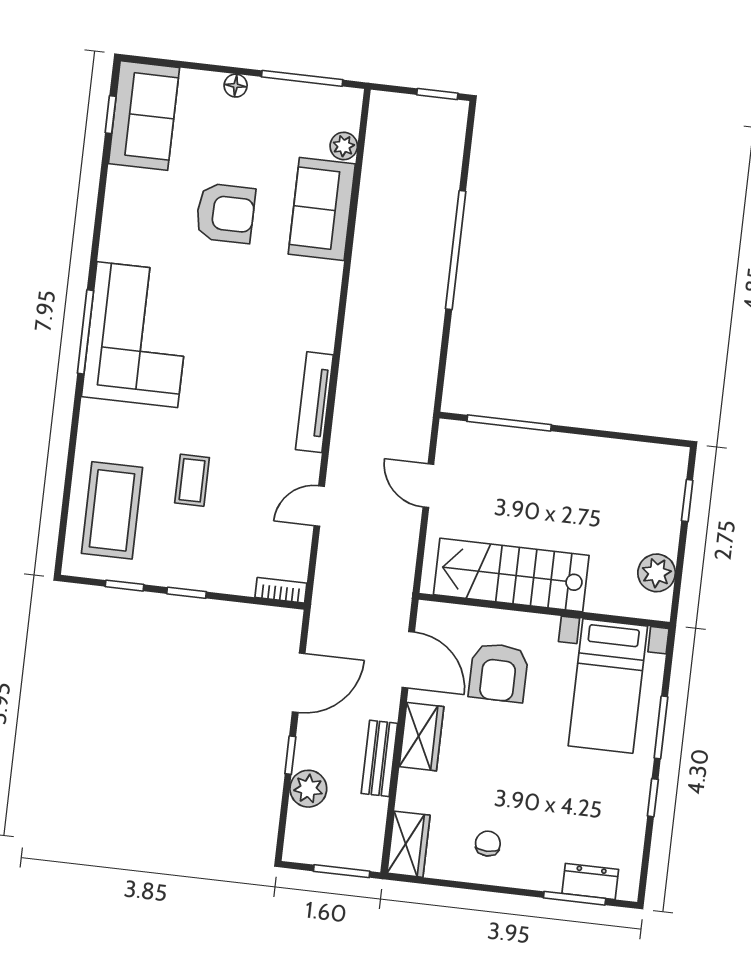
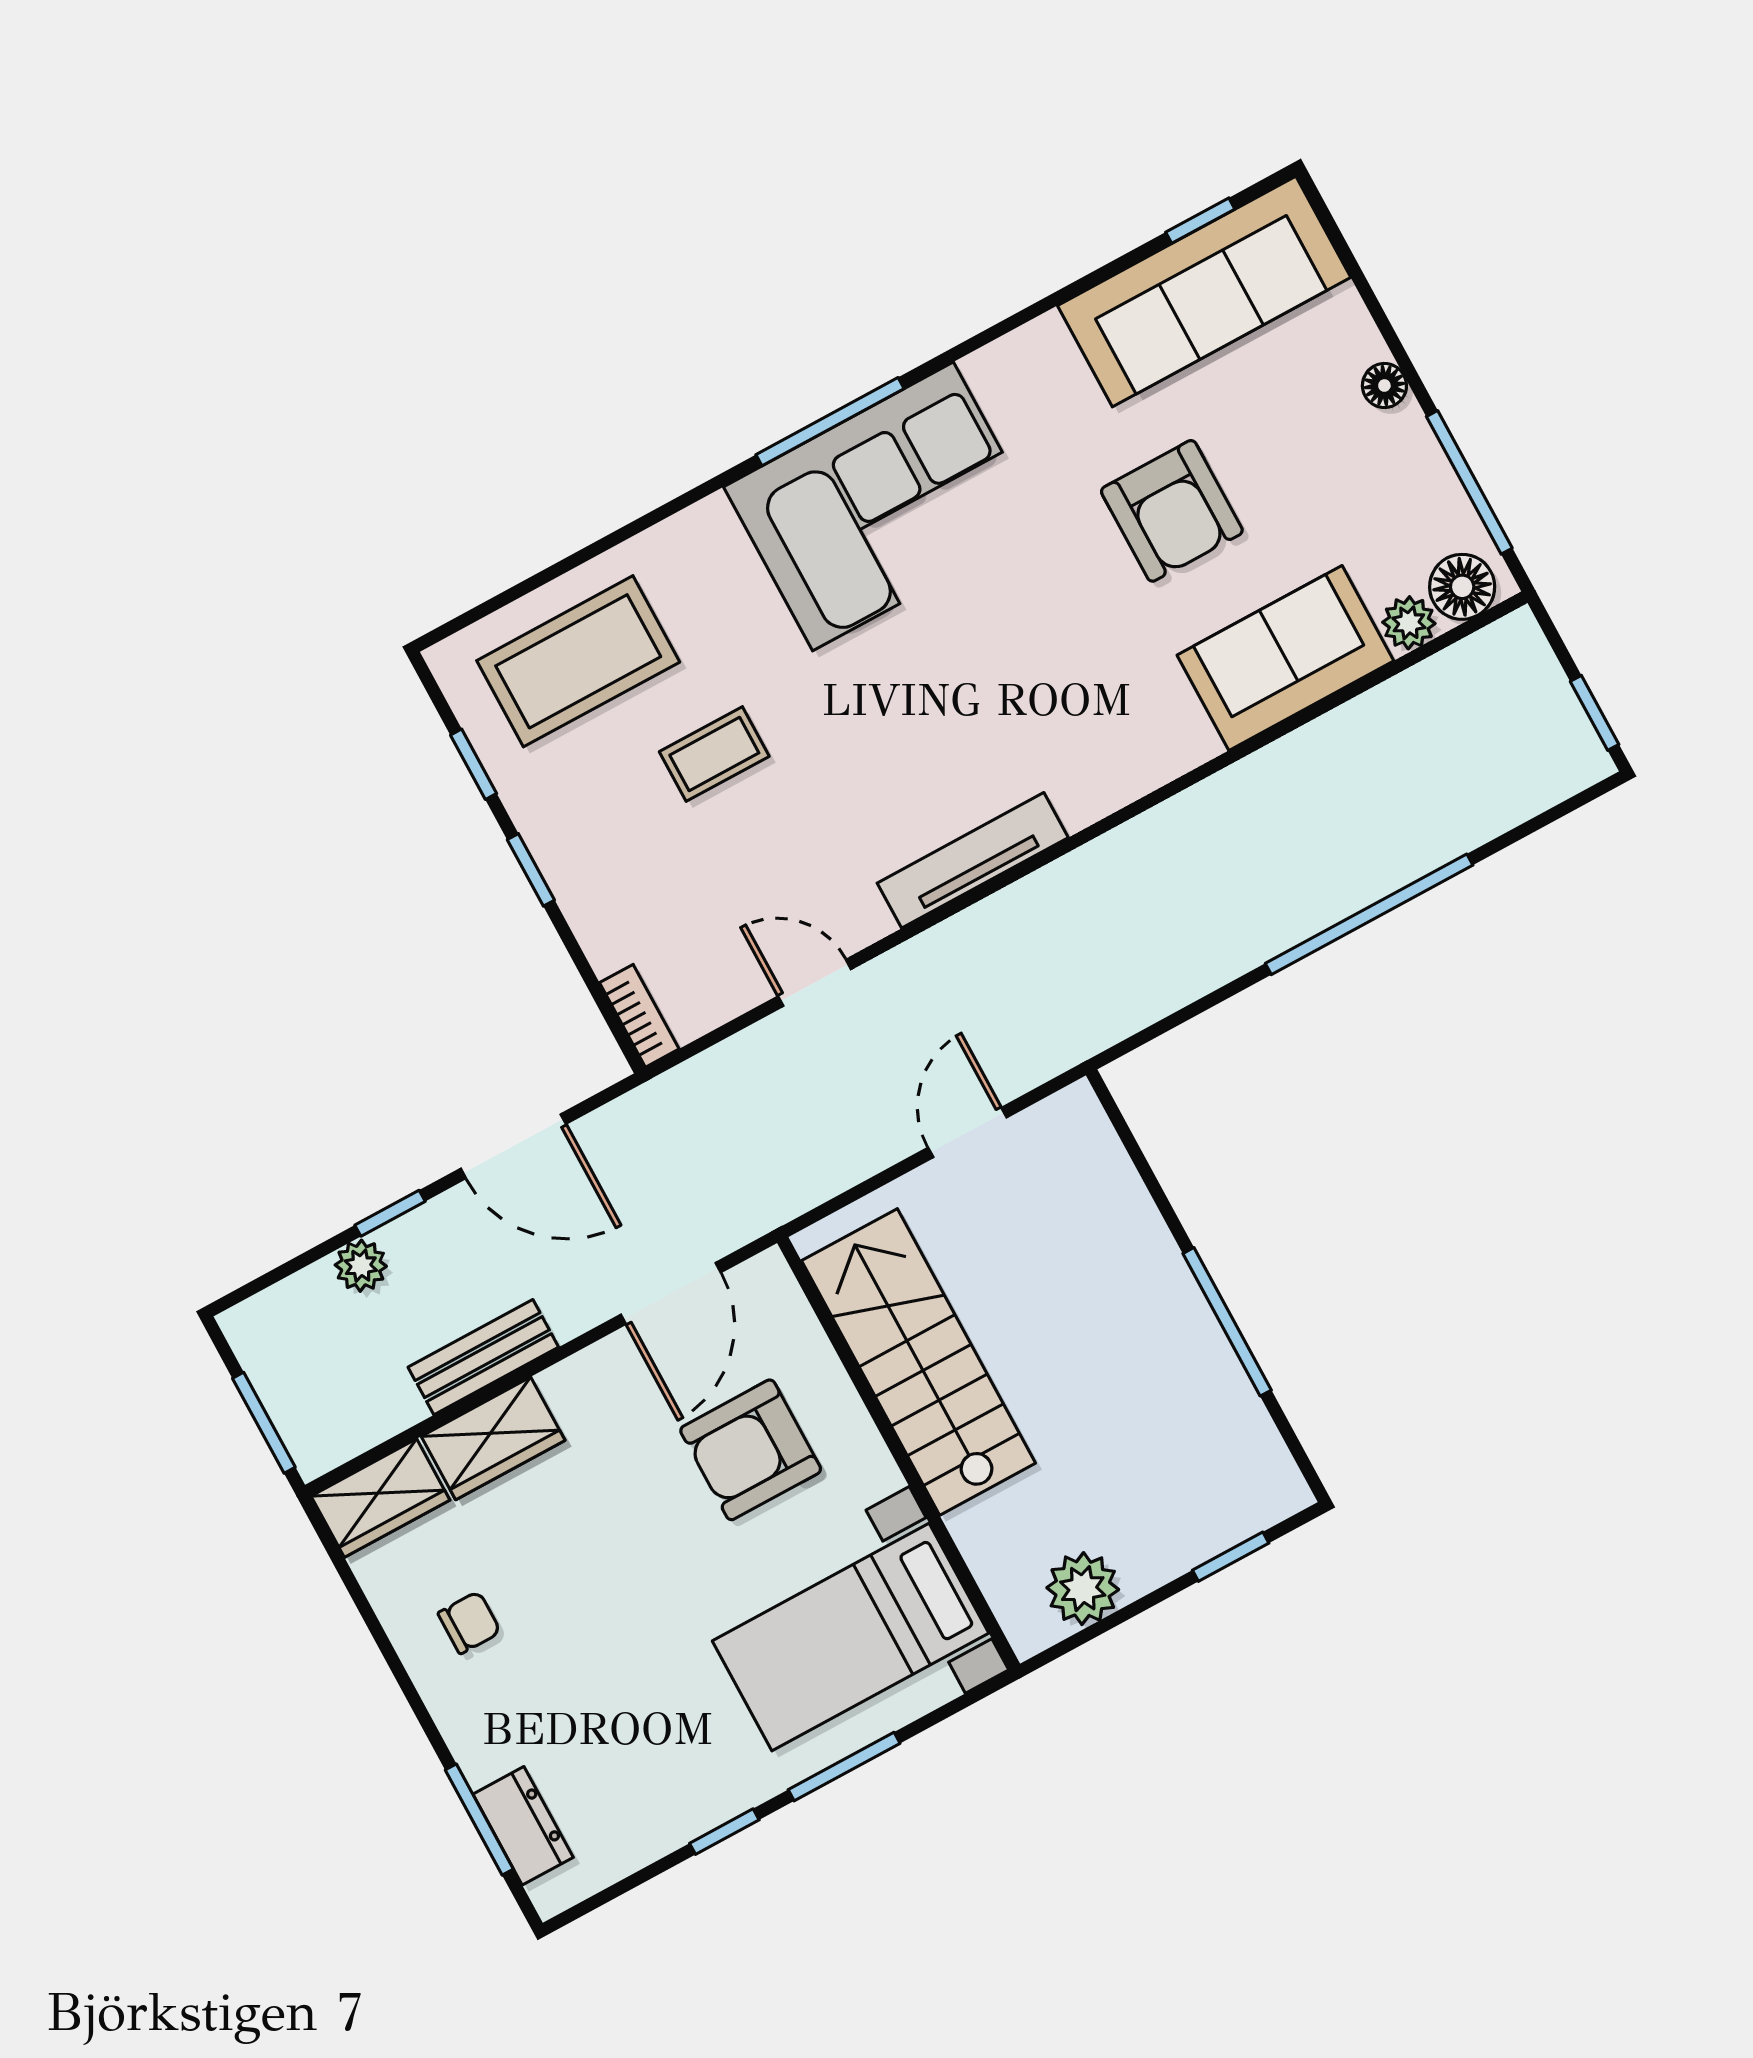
floor lamp: (344, 113) -> (1462, 587), added
sofa: (144, 116) -> (1204, 292), width x1.36
window: (509, 423) -> (1227, 1322), moved
wardrobe: (422, 737) -> (493, 1438), moved
plant: (308, 789) -> (361, 1266), width x0.73, depth x0.73

